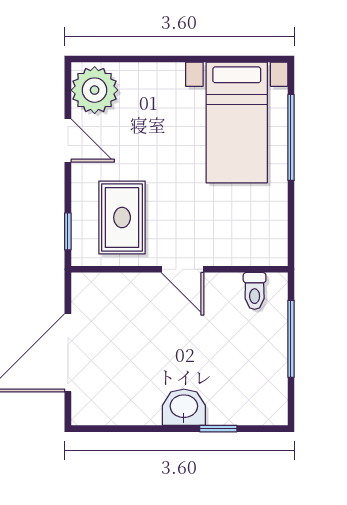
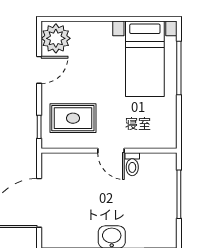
door: (68, 140) -> (39, 70), hinge flipped
rug: (122, 218) -> (73, 118), turned 90
toilet: (255, 291) -> (132, 164), moved

